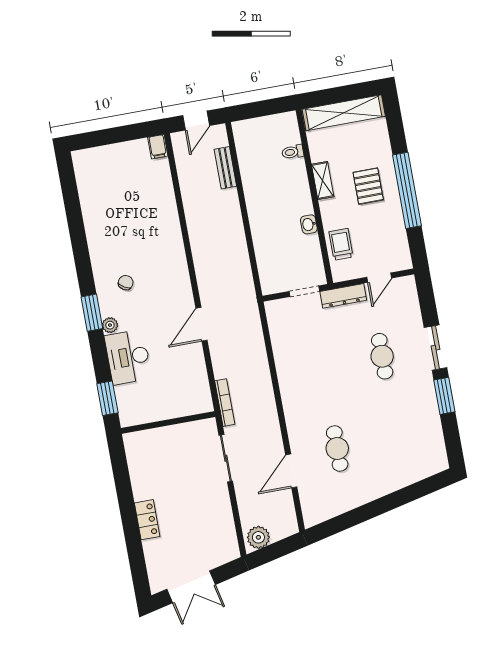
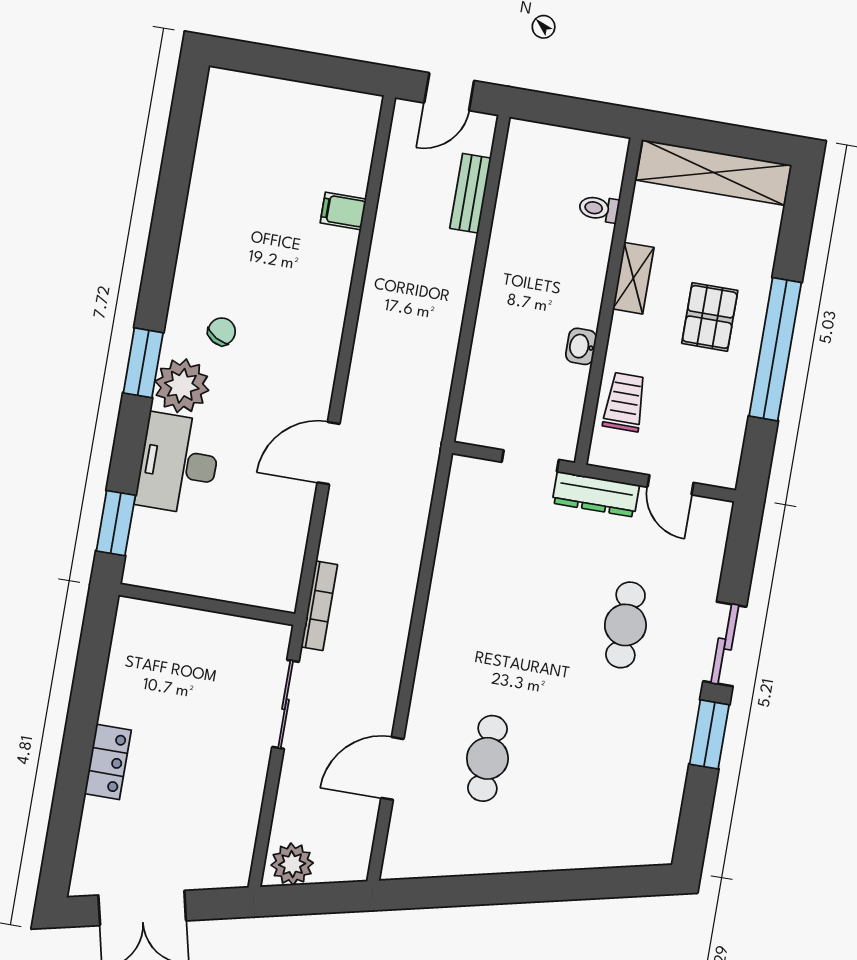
filing cabinet: (158, 147) -> (343, 211), moved, turned 90
door: (379, 278) -> (670, 485), hinge flipped
plant: (110, 325) -> (182, 386), width x1.87, depth x1.87

